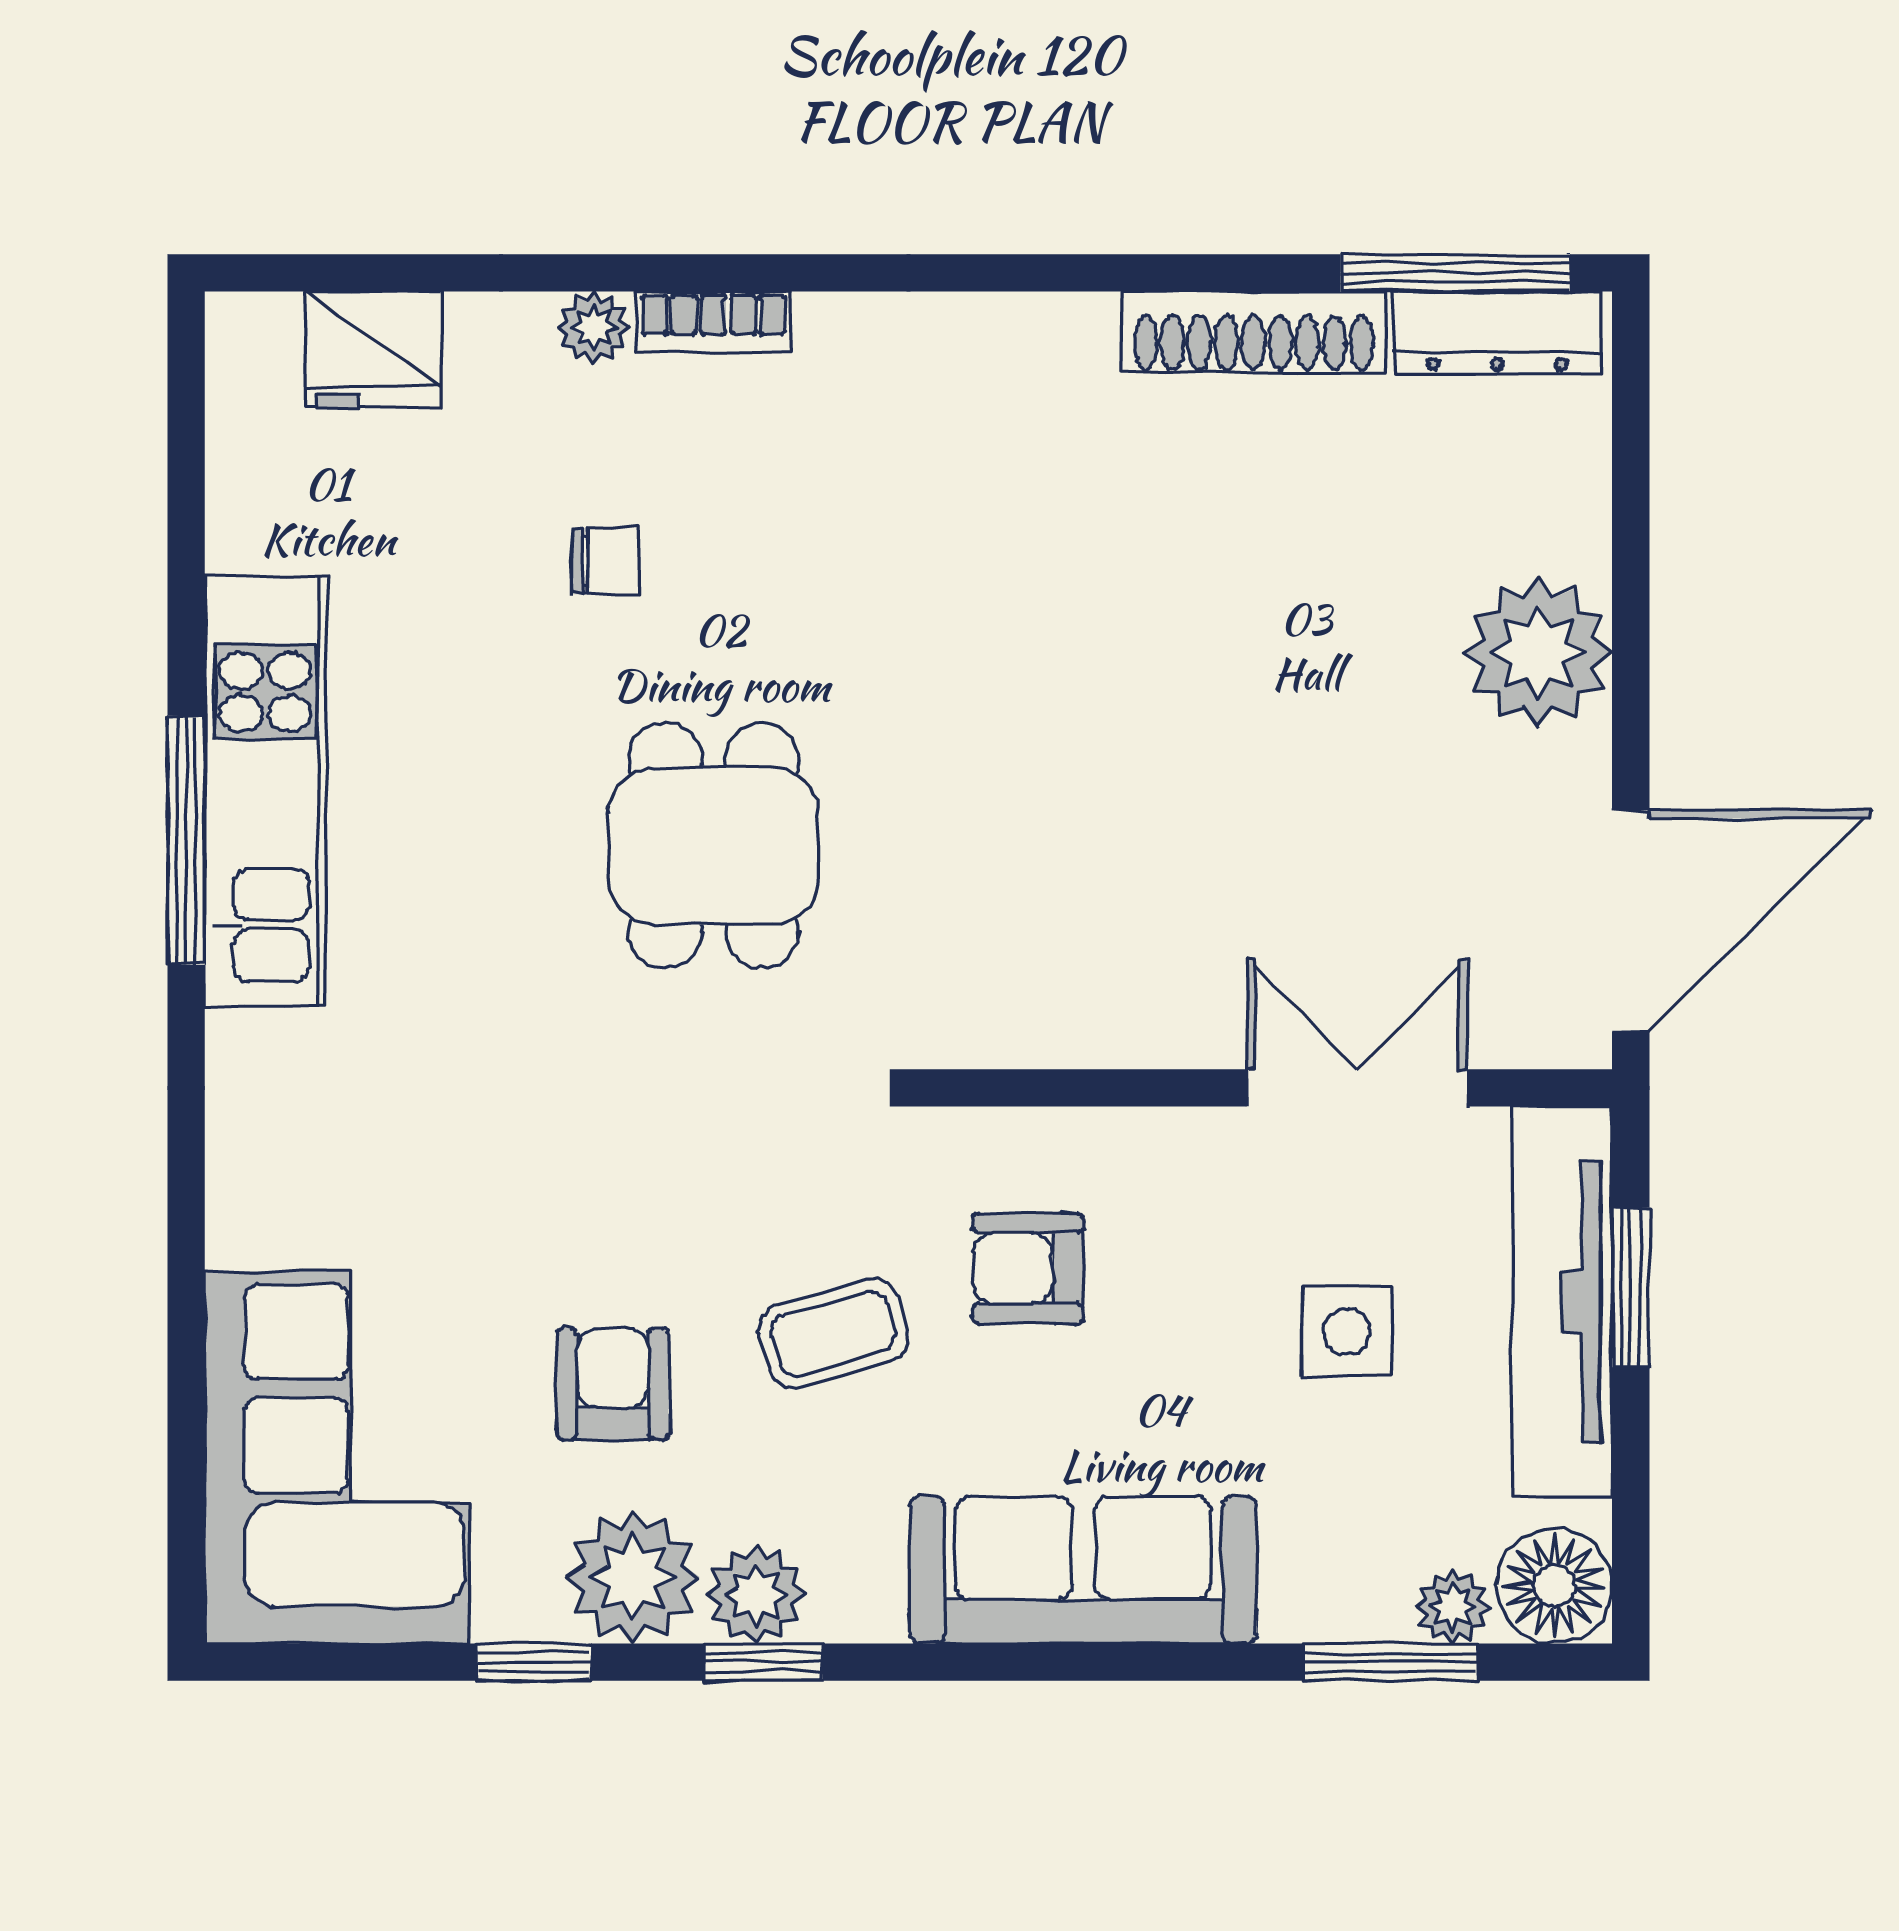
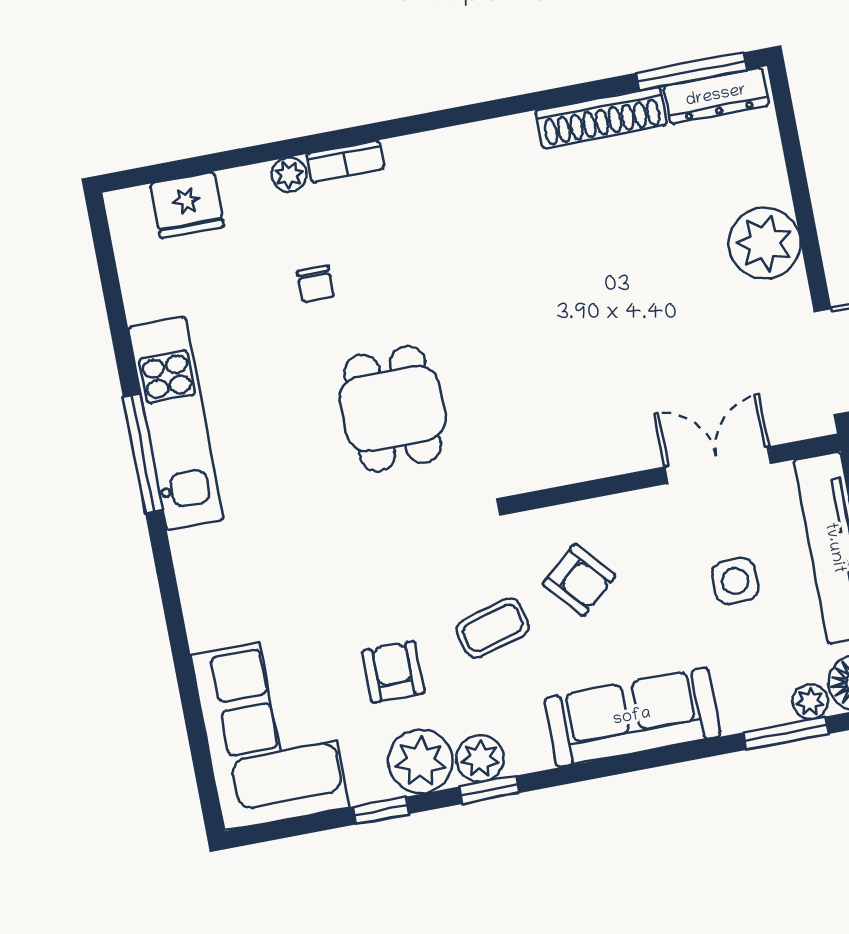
chair: (605, 561) -> (316, 284), turned 90
armchair: (1028, 1268) -> (579, 580), turned -131

